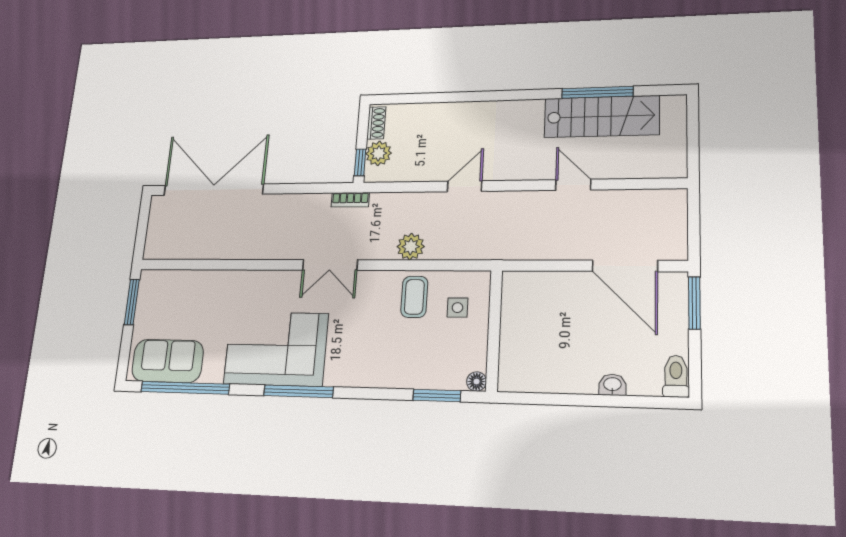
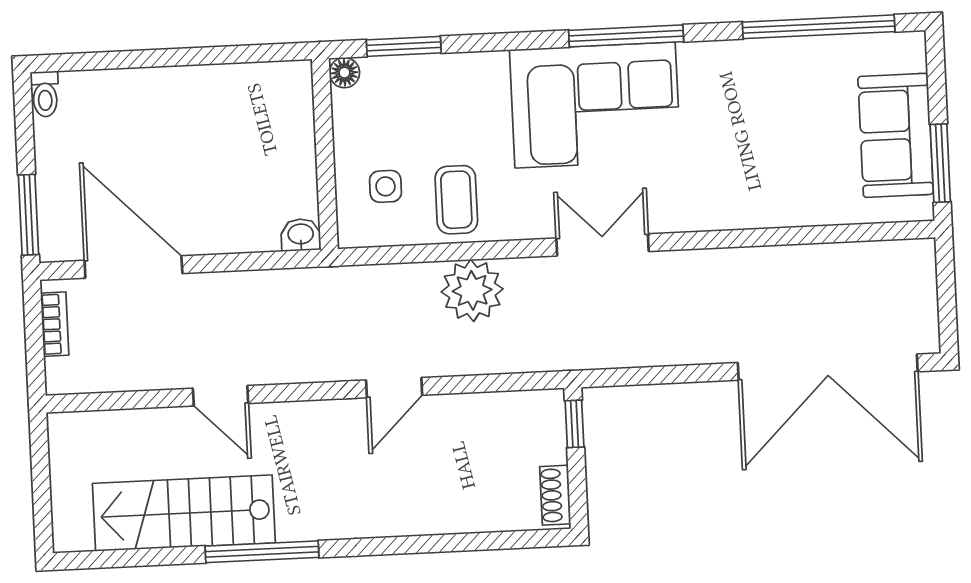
window: (597, 92) -> (262, 552), moved
plant: (379, 153) -> (545, 441), removed
bookcase: (350, 200) -> (55, 324), moved, turned 90
plant: (411, 247) -> (472, 290), width x1.36, depth x1.36
corner sofa: (276, 349) -> (595, 105), moved
sofa: (168, 361) -> (896, 135), moved, turned 90
toilet: (676, 376) -> (45, 94), width x0.73, depth x0.72
washbasin: (612, 385) -> (301, 235), moved, turned 180

